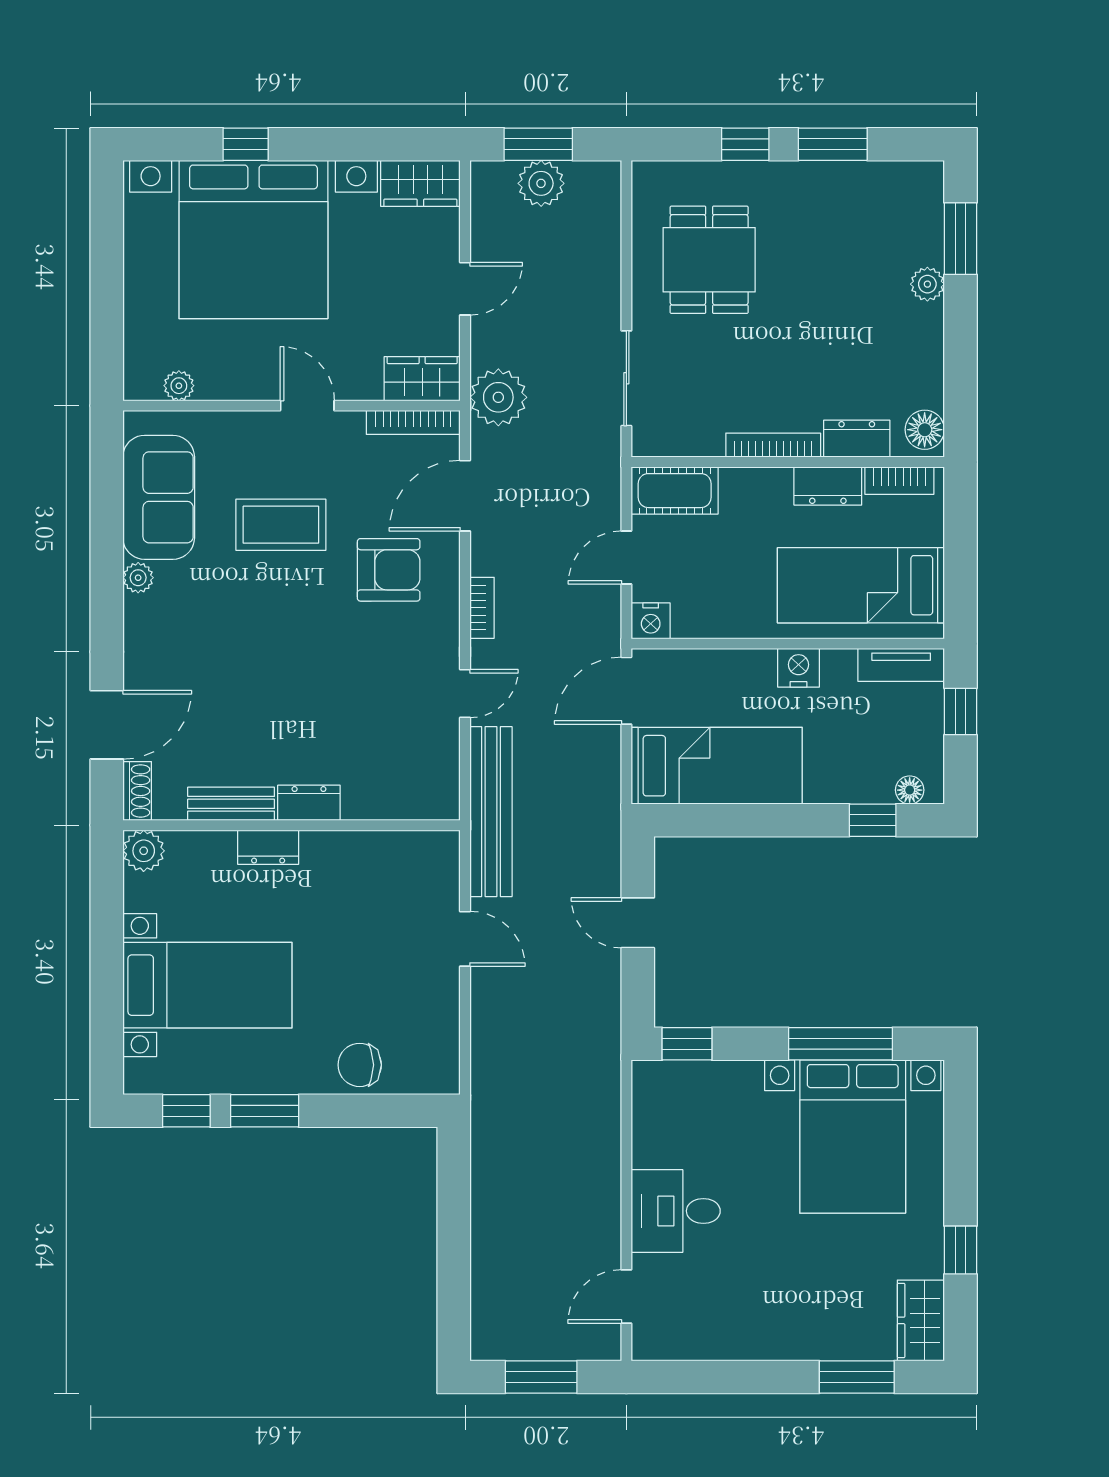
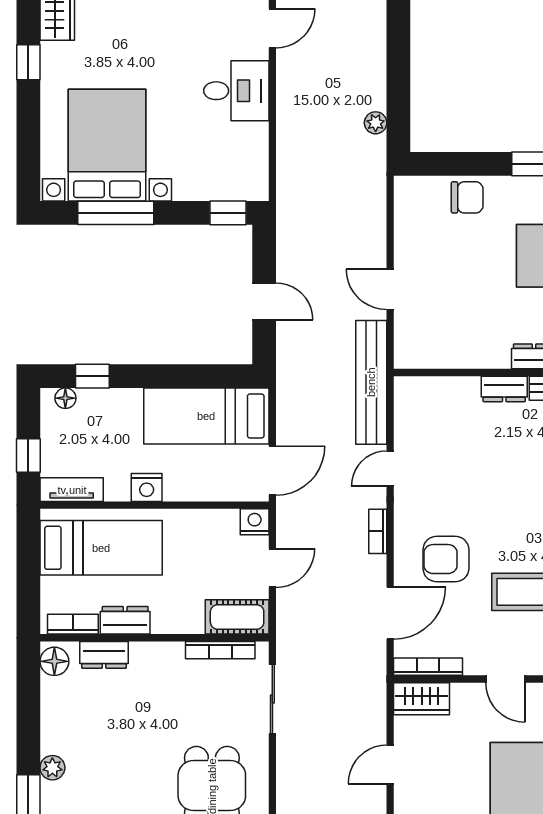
plant: (498, 397) -> (376, 123), moved, width x0.53, depth x0.53
bookcase: (773, 445) -> (220, 650), moved

